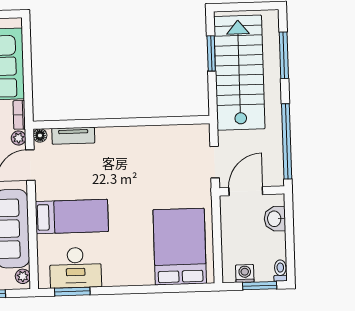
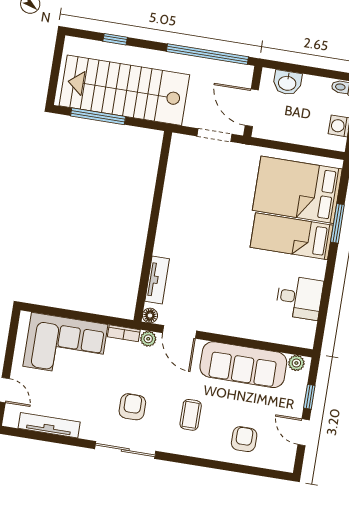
window: (211, 53) -> (98, 116), width x1.44
window: (284, 55) -> (115, 39), width x0.46
bed: (72, 217) -> (292, 236), moved, turned -90
desk: (75, 268) -> (299, 298), width x0.73
window: (72, 292) -> (337, 223), moved

